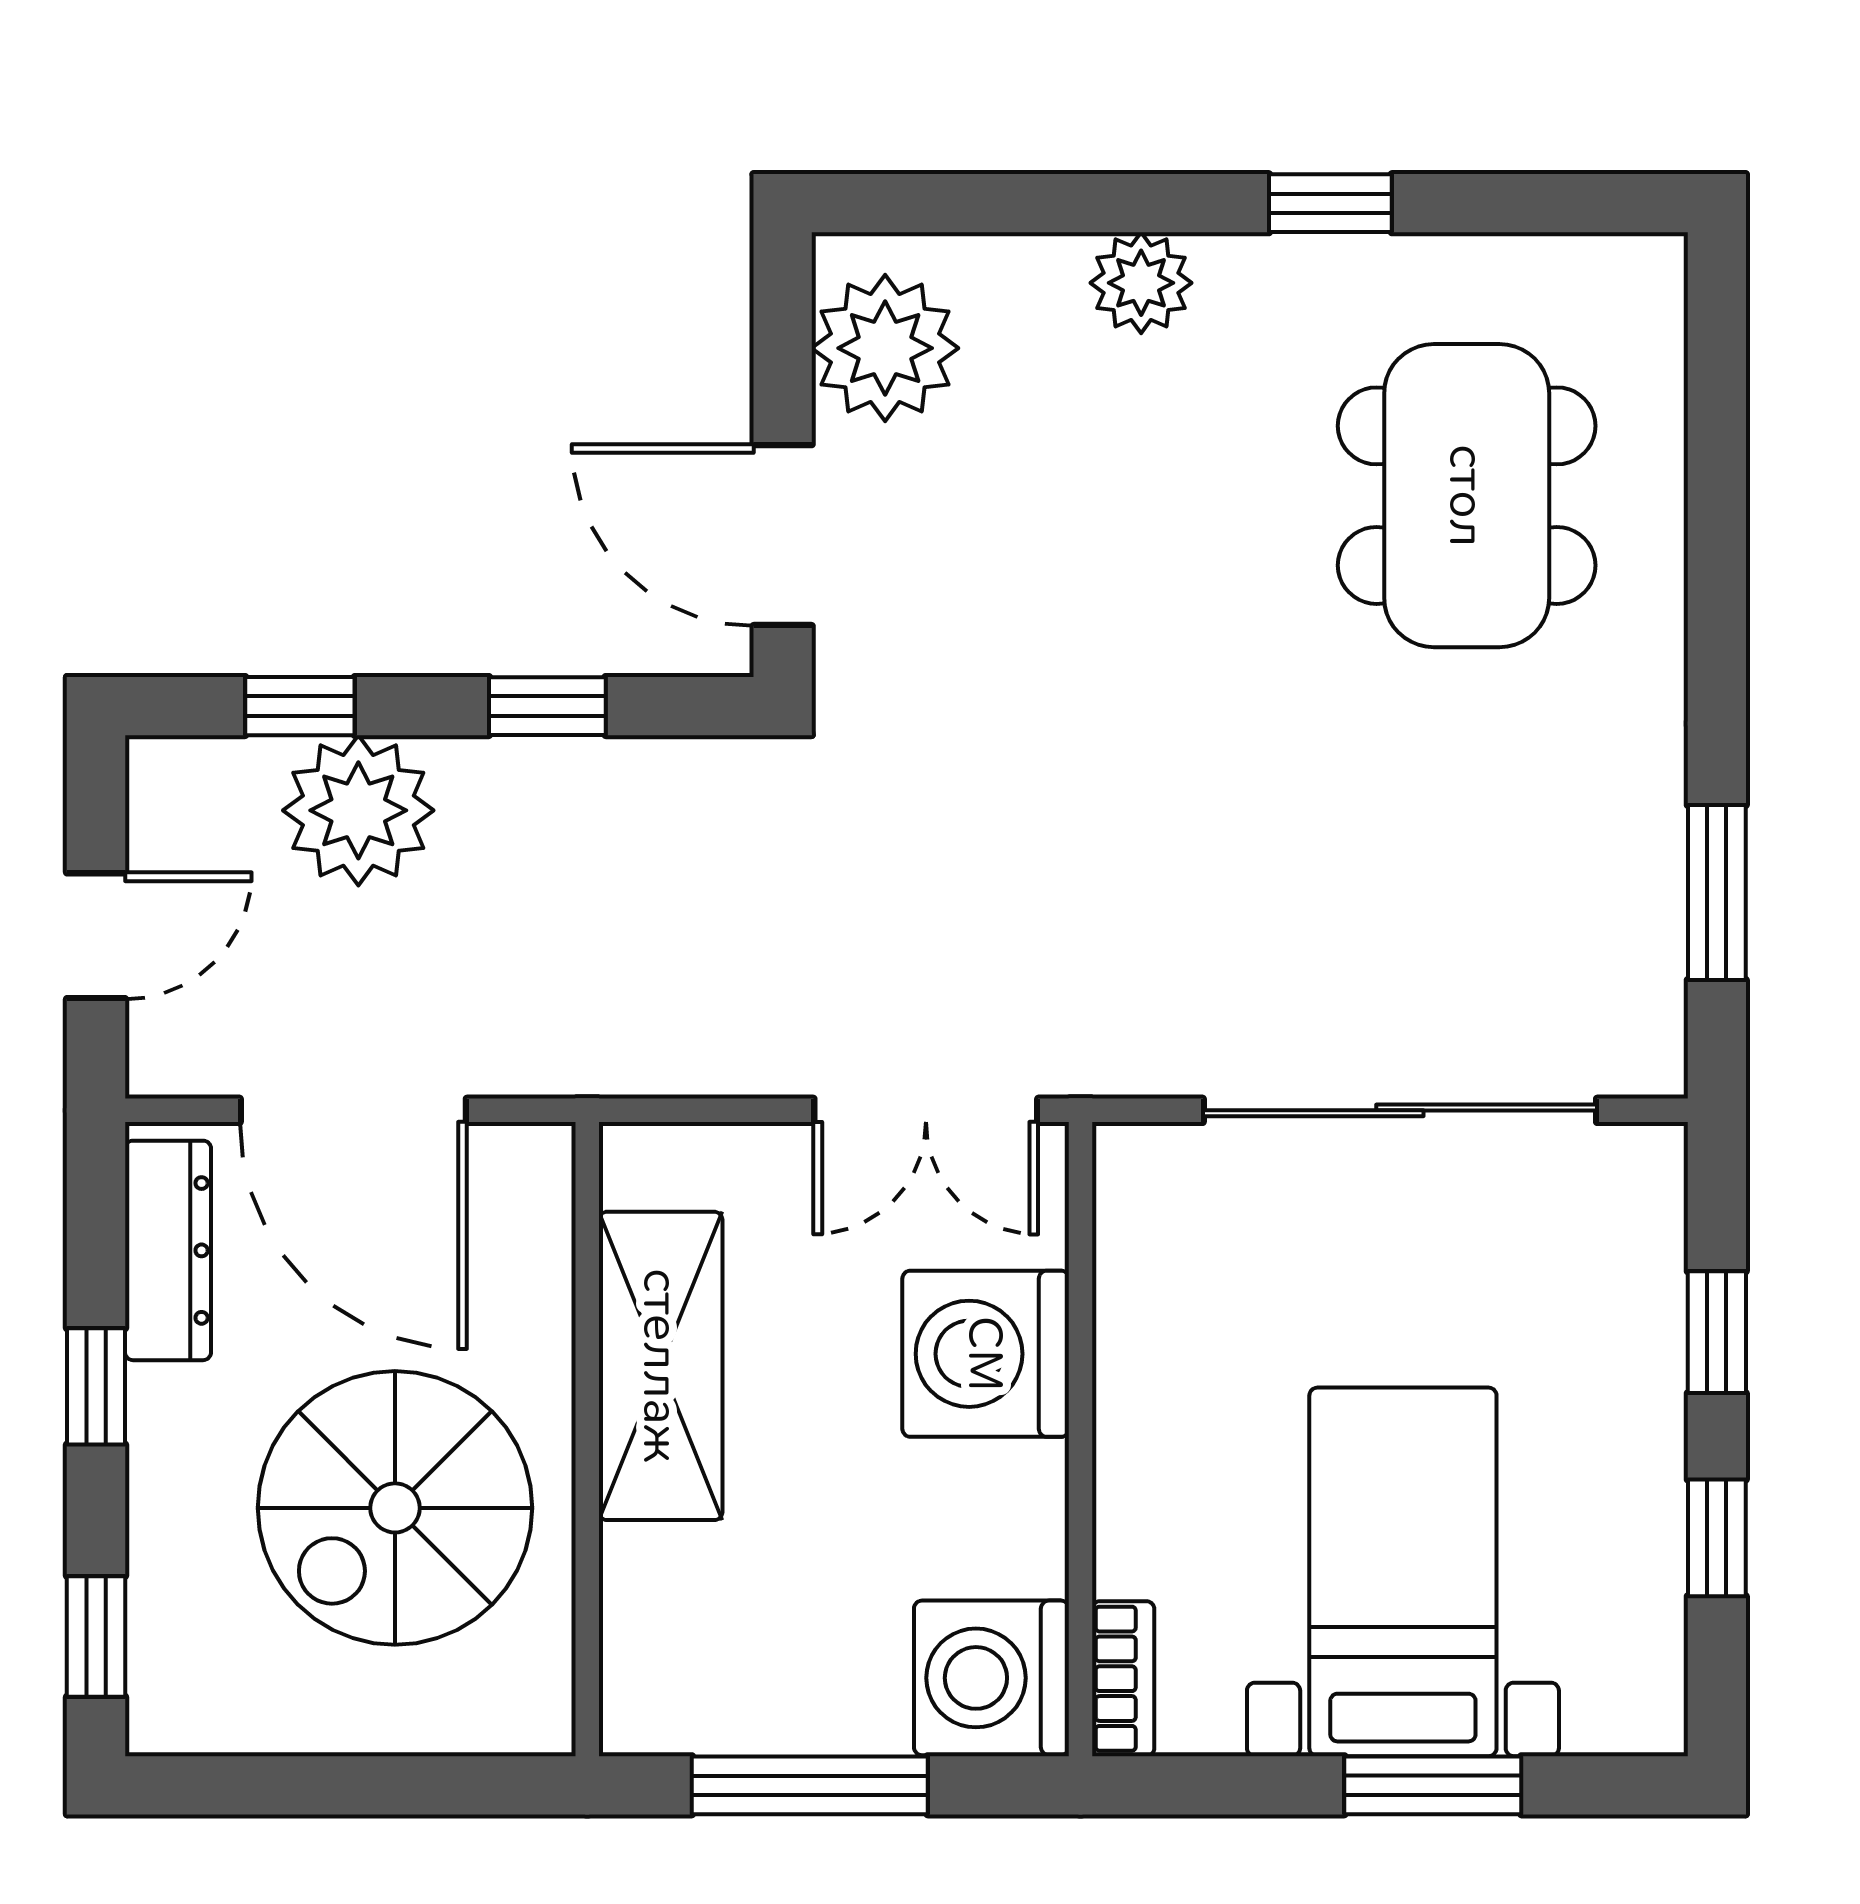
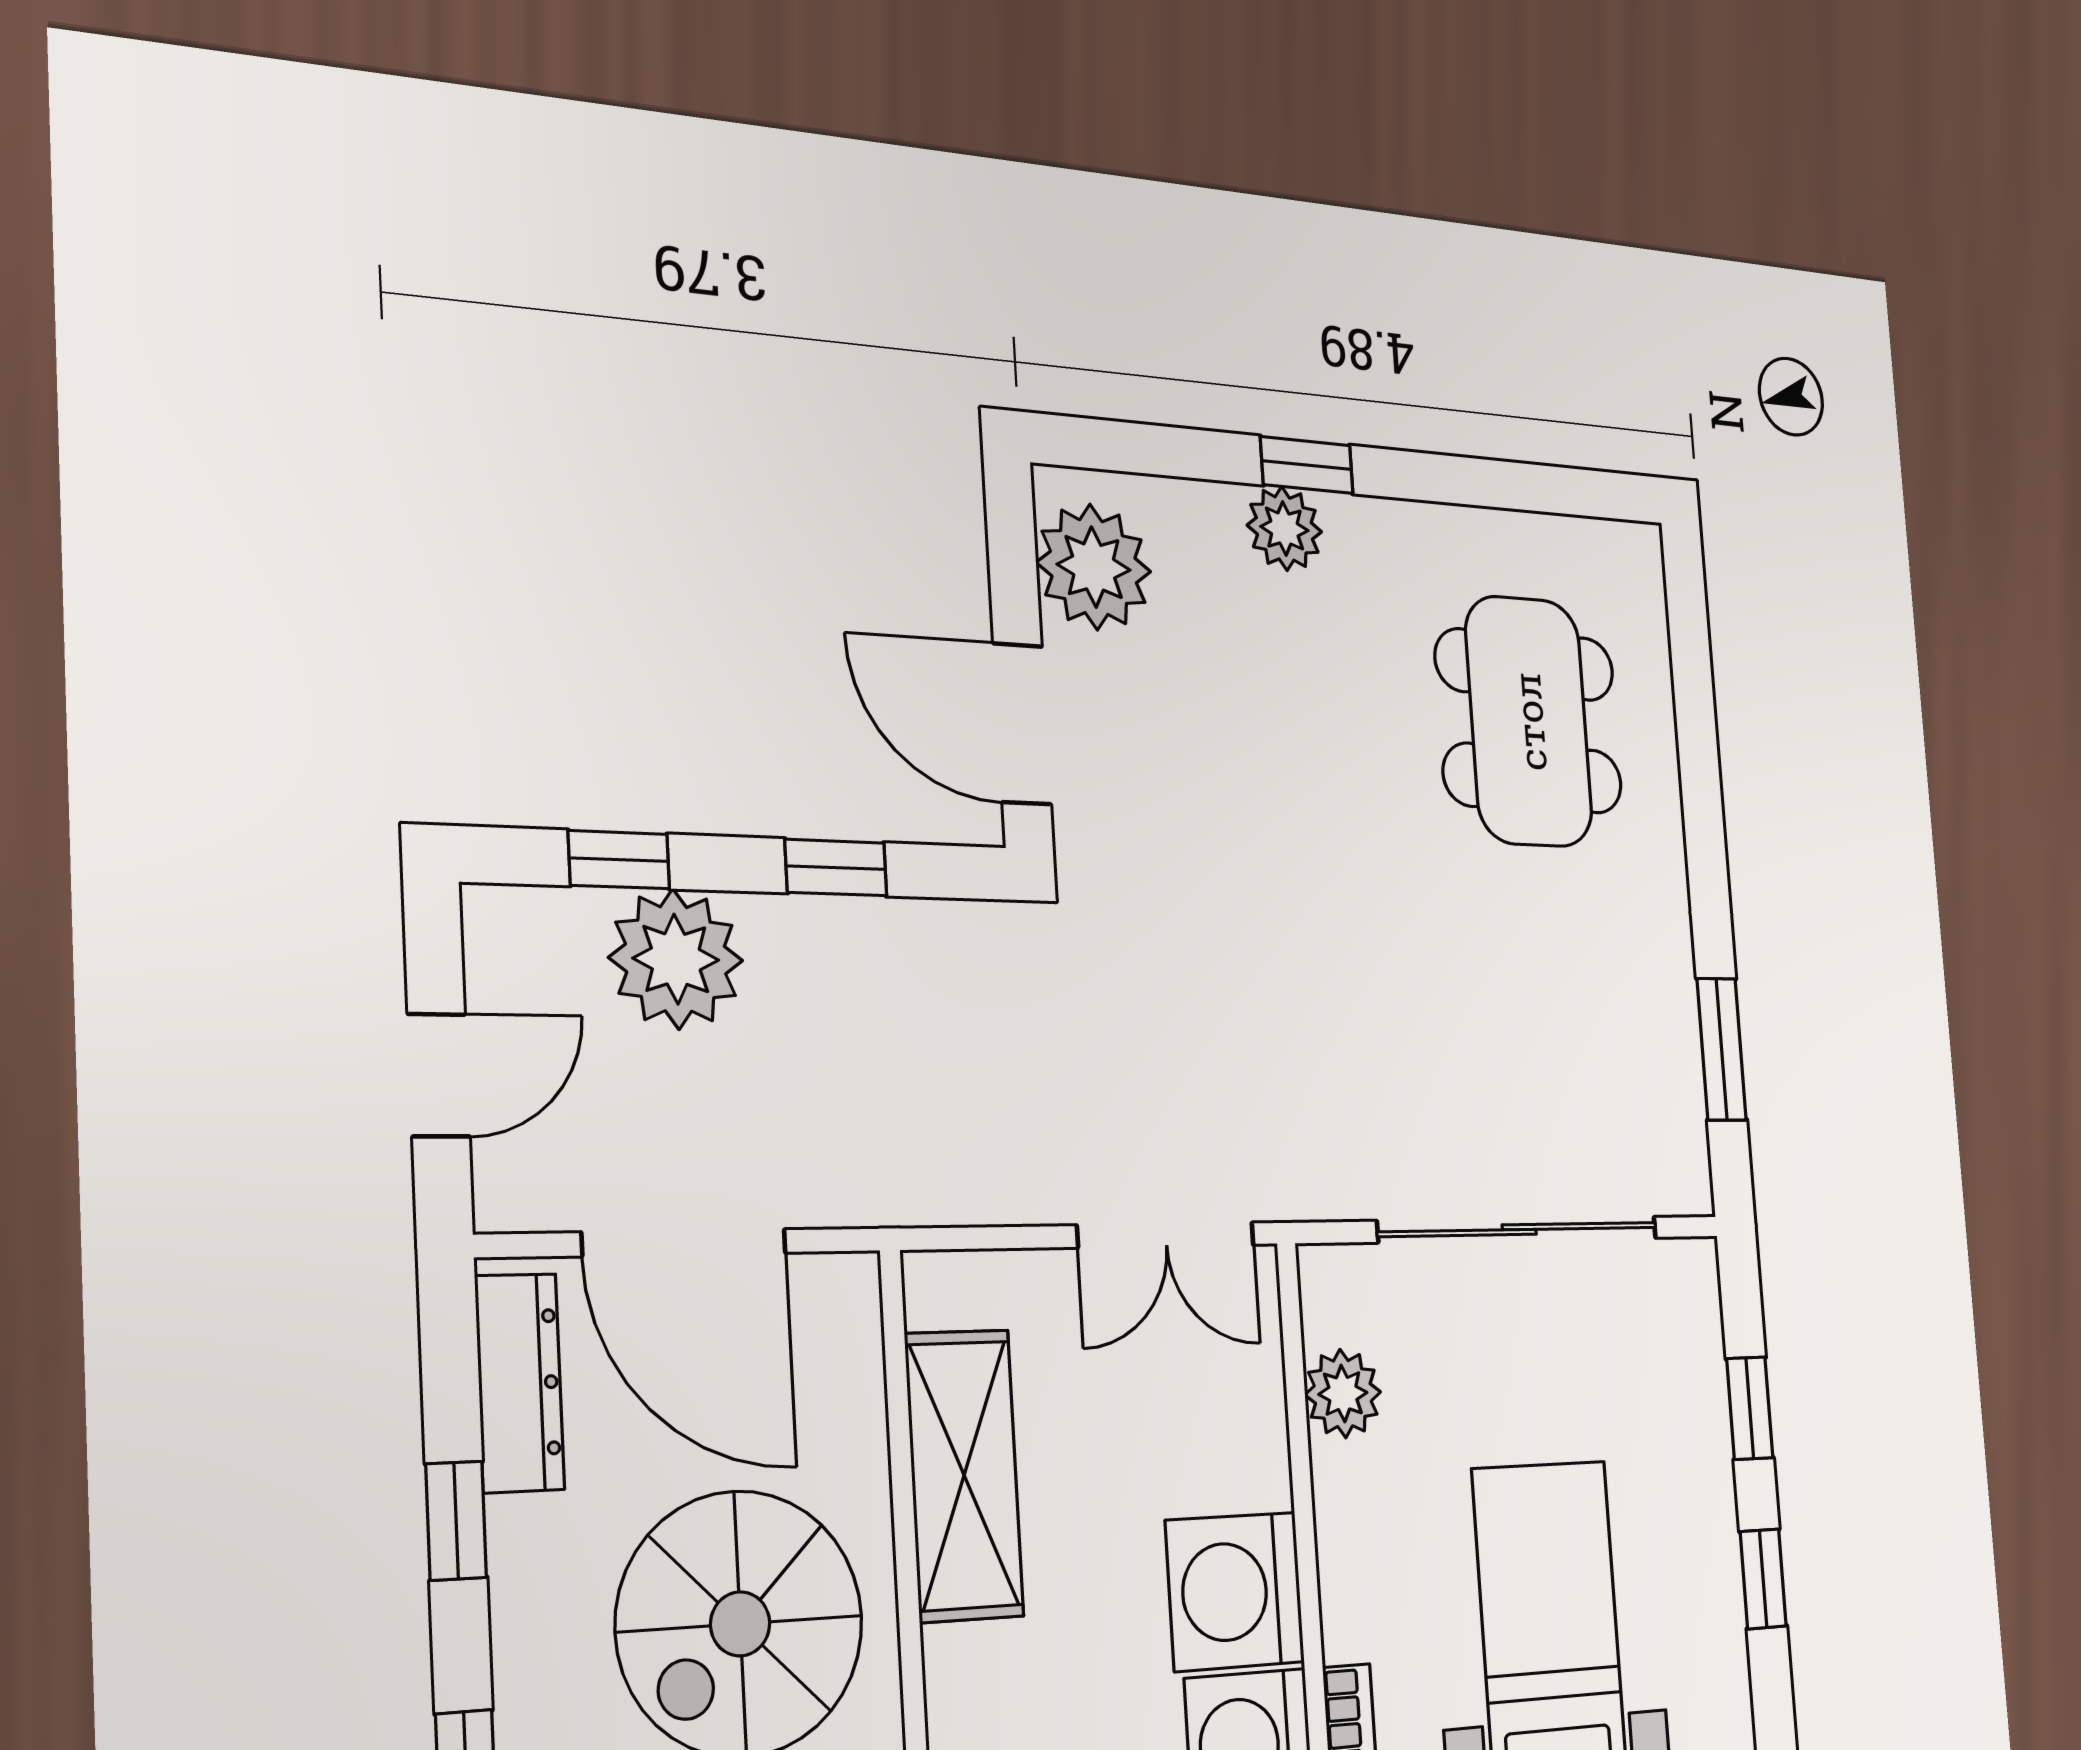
window: (1330, 203) -> (1307, 465), moved
plant: (1143, 1295) -> (1343, 1393), added
washing machine: (986, 1354) -> (1235, 1591), moved

